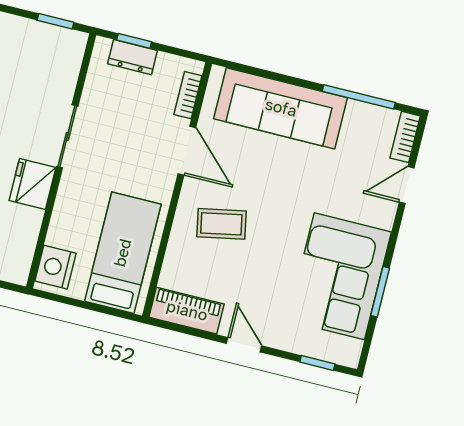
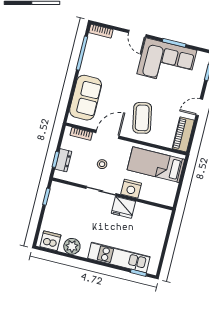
sofa: (281, 108) -> (86, 98), width x0.73
stool: (124, 139) -> (102, 164), added
door: (407, 185) -> (137, 34), moved
coffee table: (221, 224) -> (142, 118), width x1.36, depth x1.30
nightstand: (55, 267) -> (131, 189), moved

